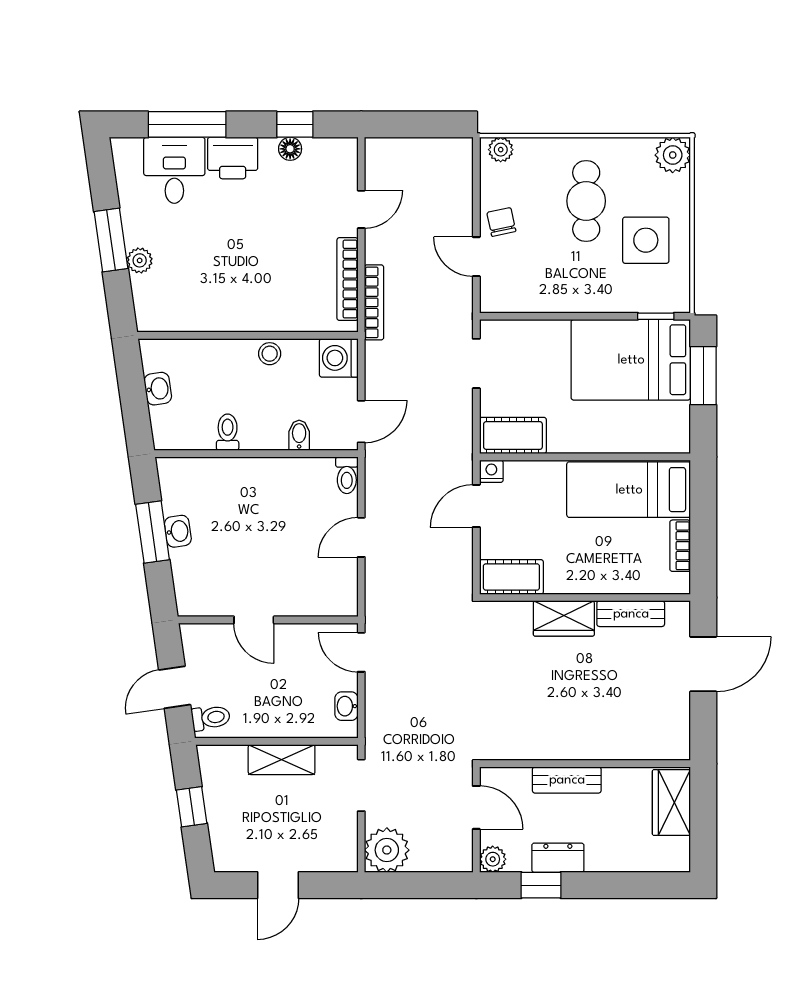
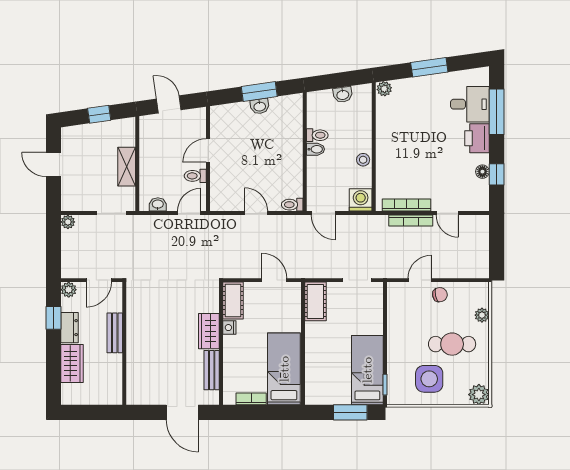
plant: (501, 150) -> (482, 315), moved
plant: (140, 260) -> (384, 89), moved
bookcase: (374, 302) -> (411, 221), moved
bed: (631, 360) -> (367, 370), width x0.67
bidet: (299, 435) -> (316, 149), moved
nightstand: (491, 471) -> (229, 328), moved, turned 180
toilet: (211, 718) -> (195, 176), moved, turned 98
wardrobe: (671, 803) -> (72, 363), moved, turned 90
plant: (387, 850) -> (68, 222), width x0.53, depth x0.53

